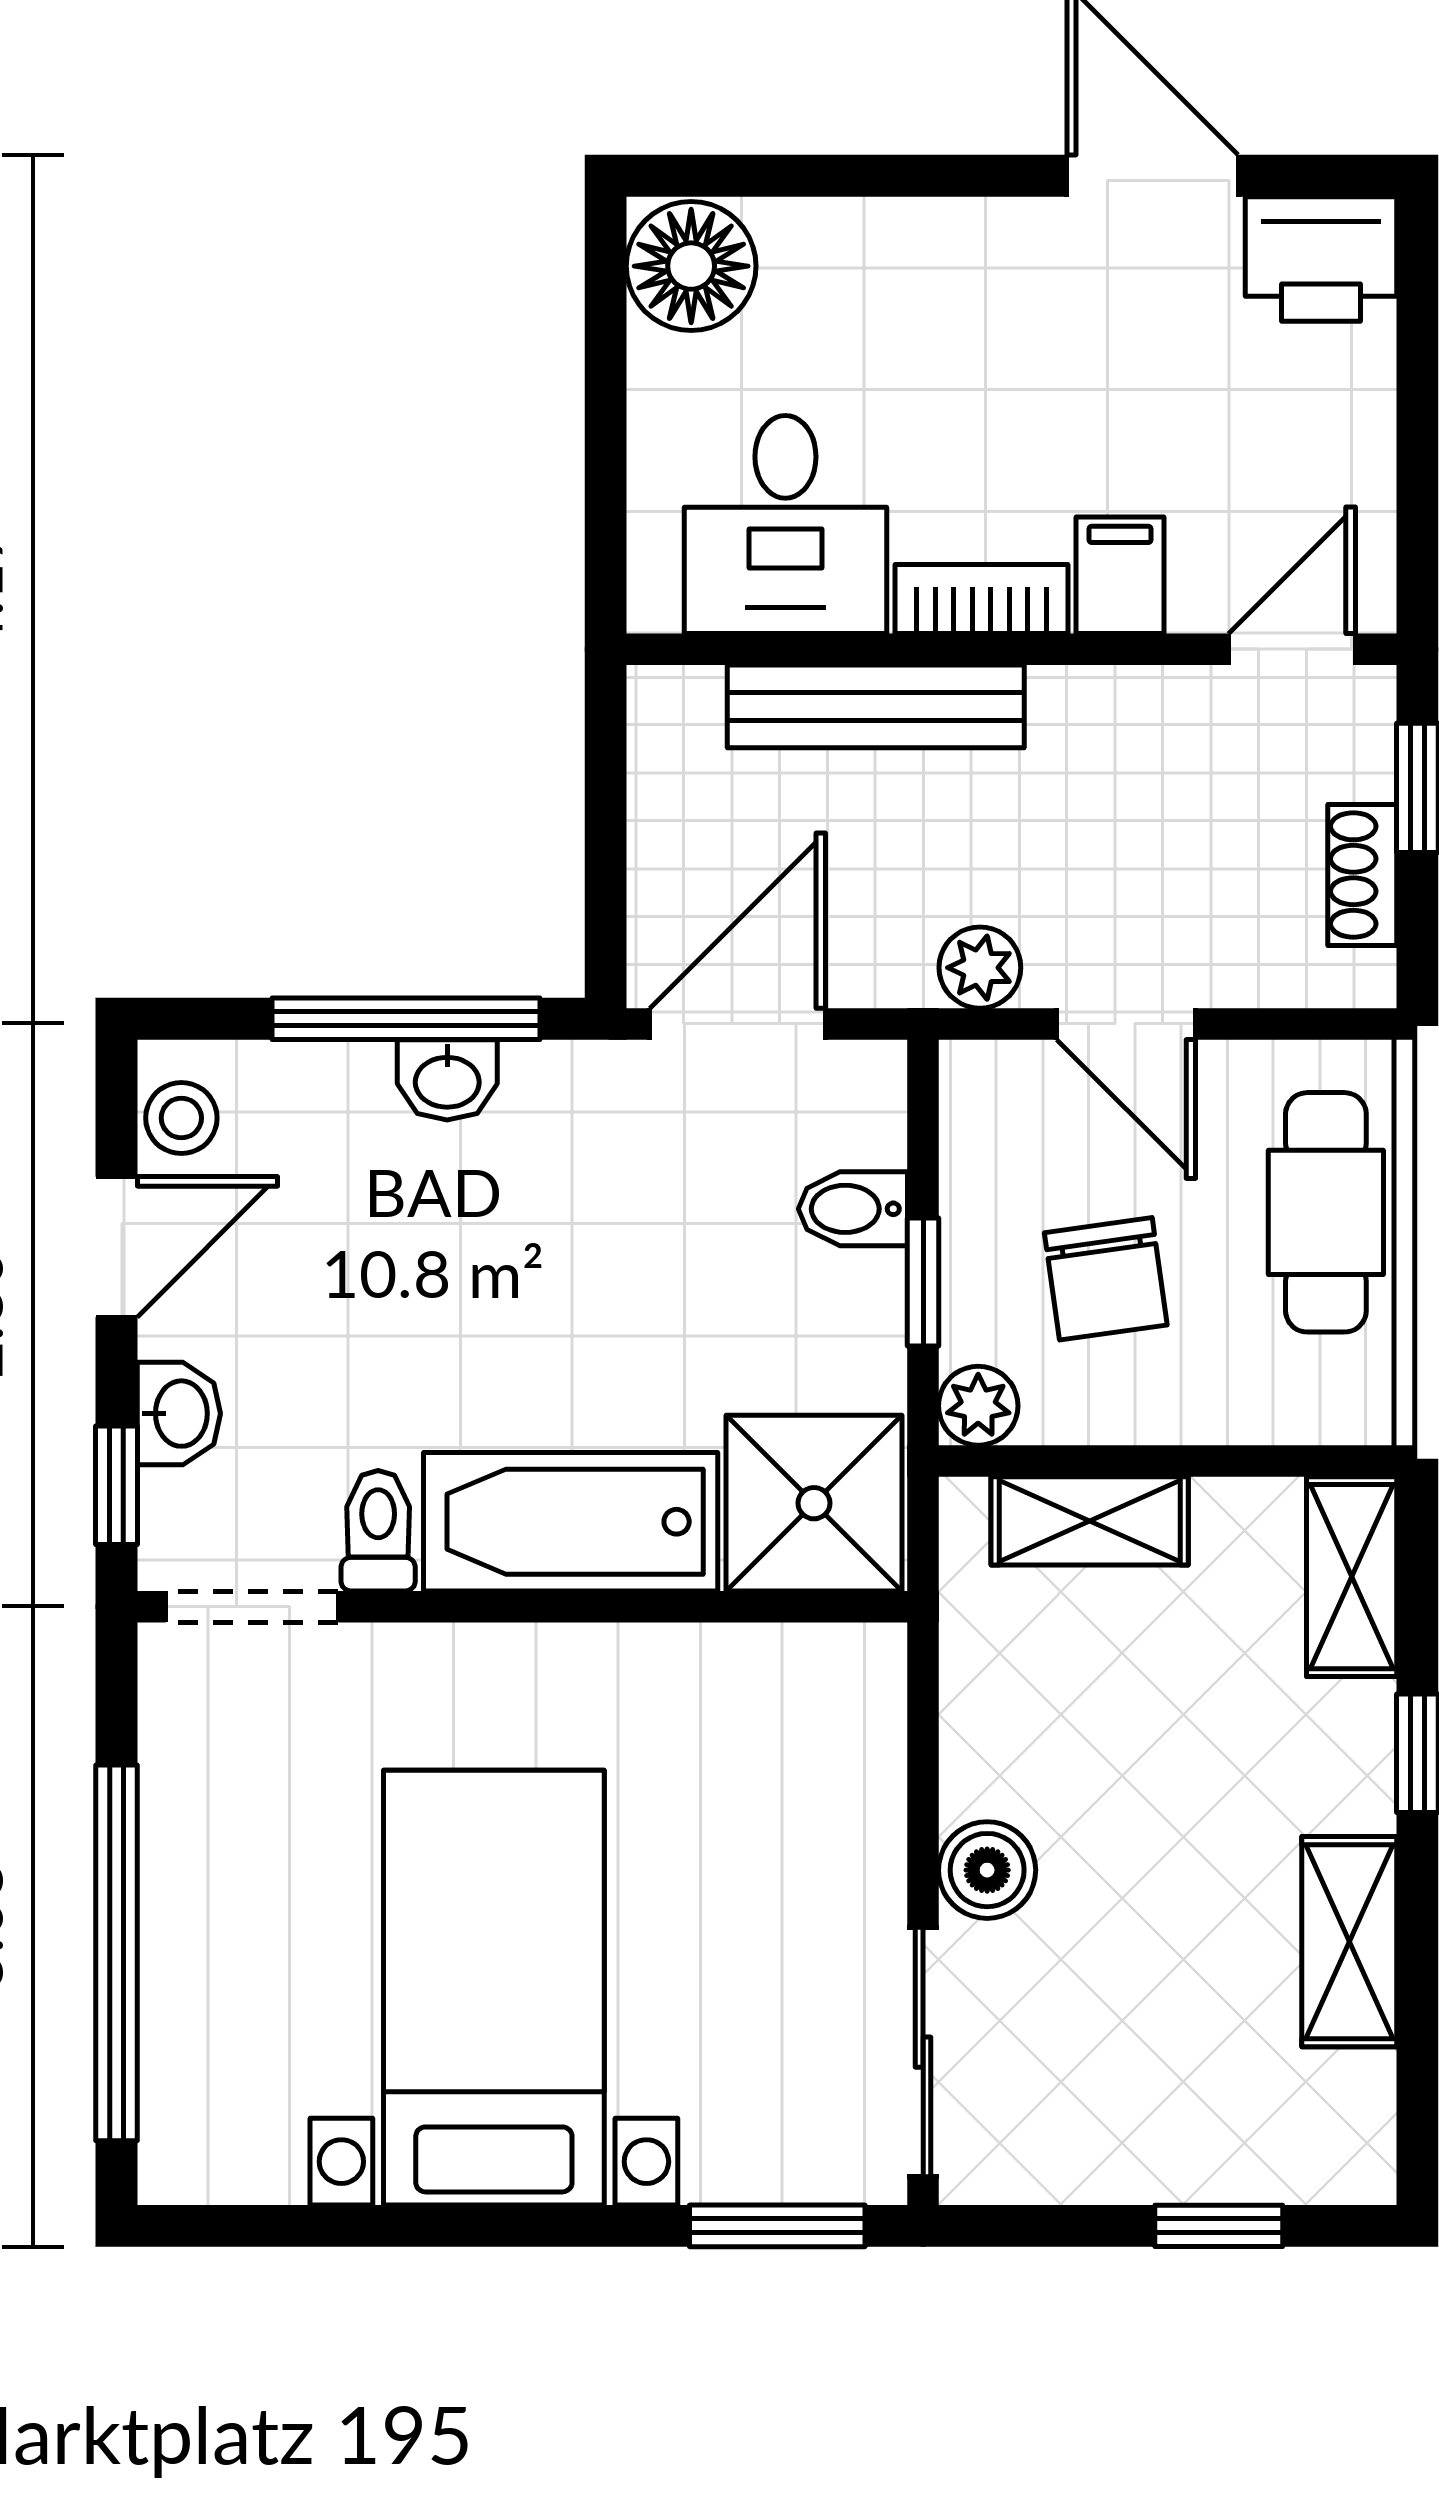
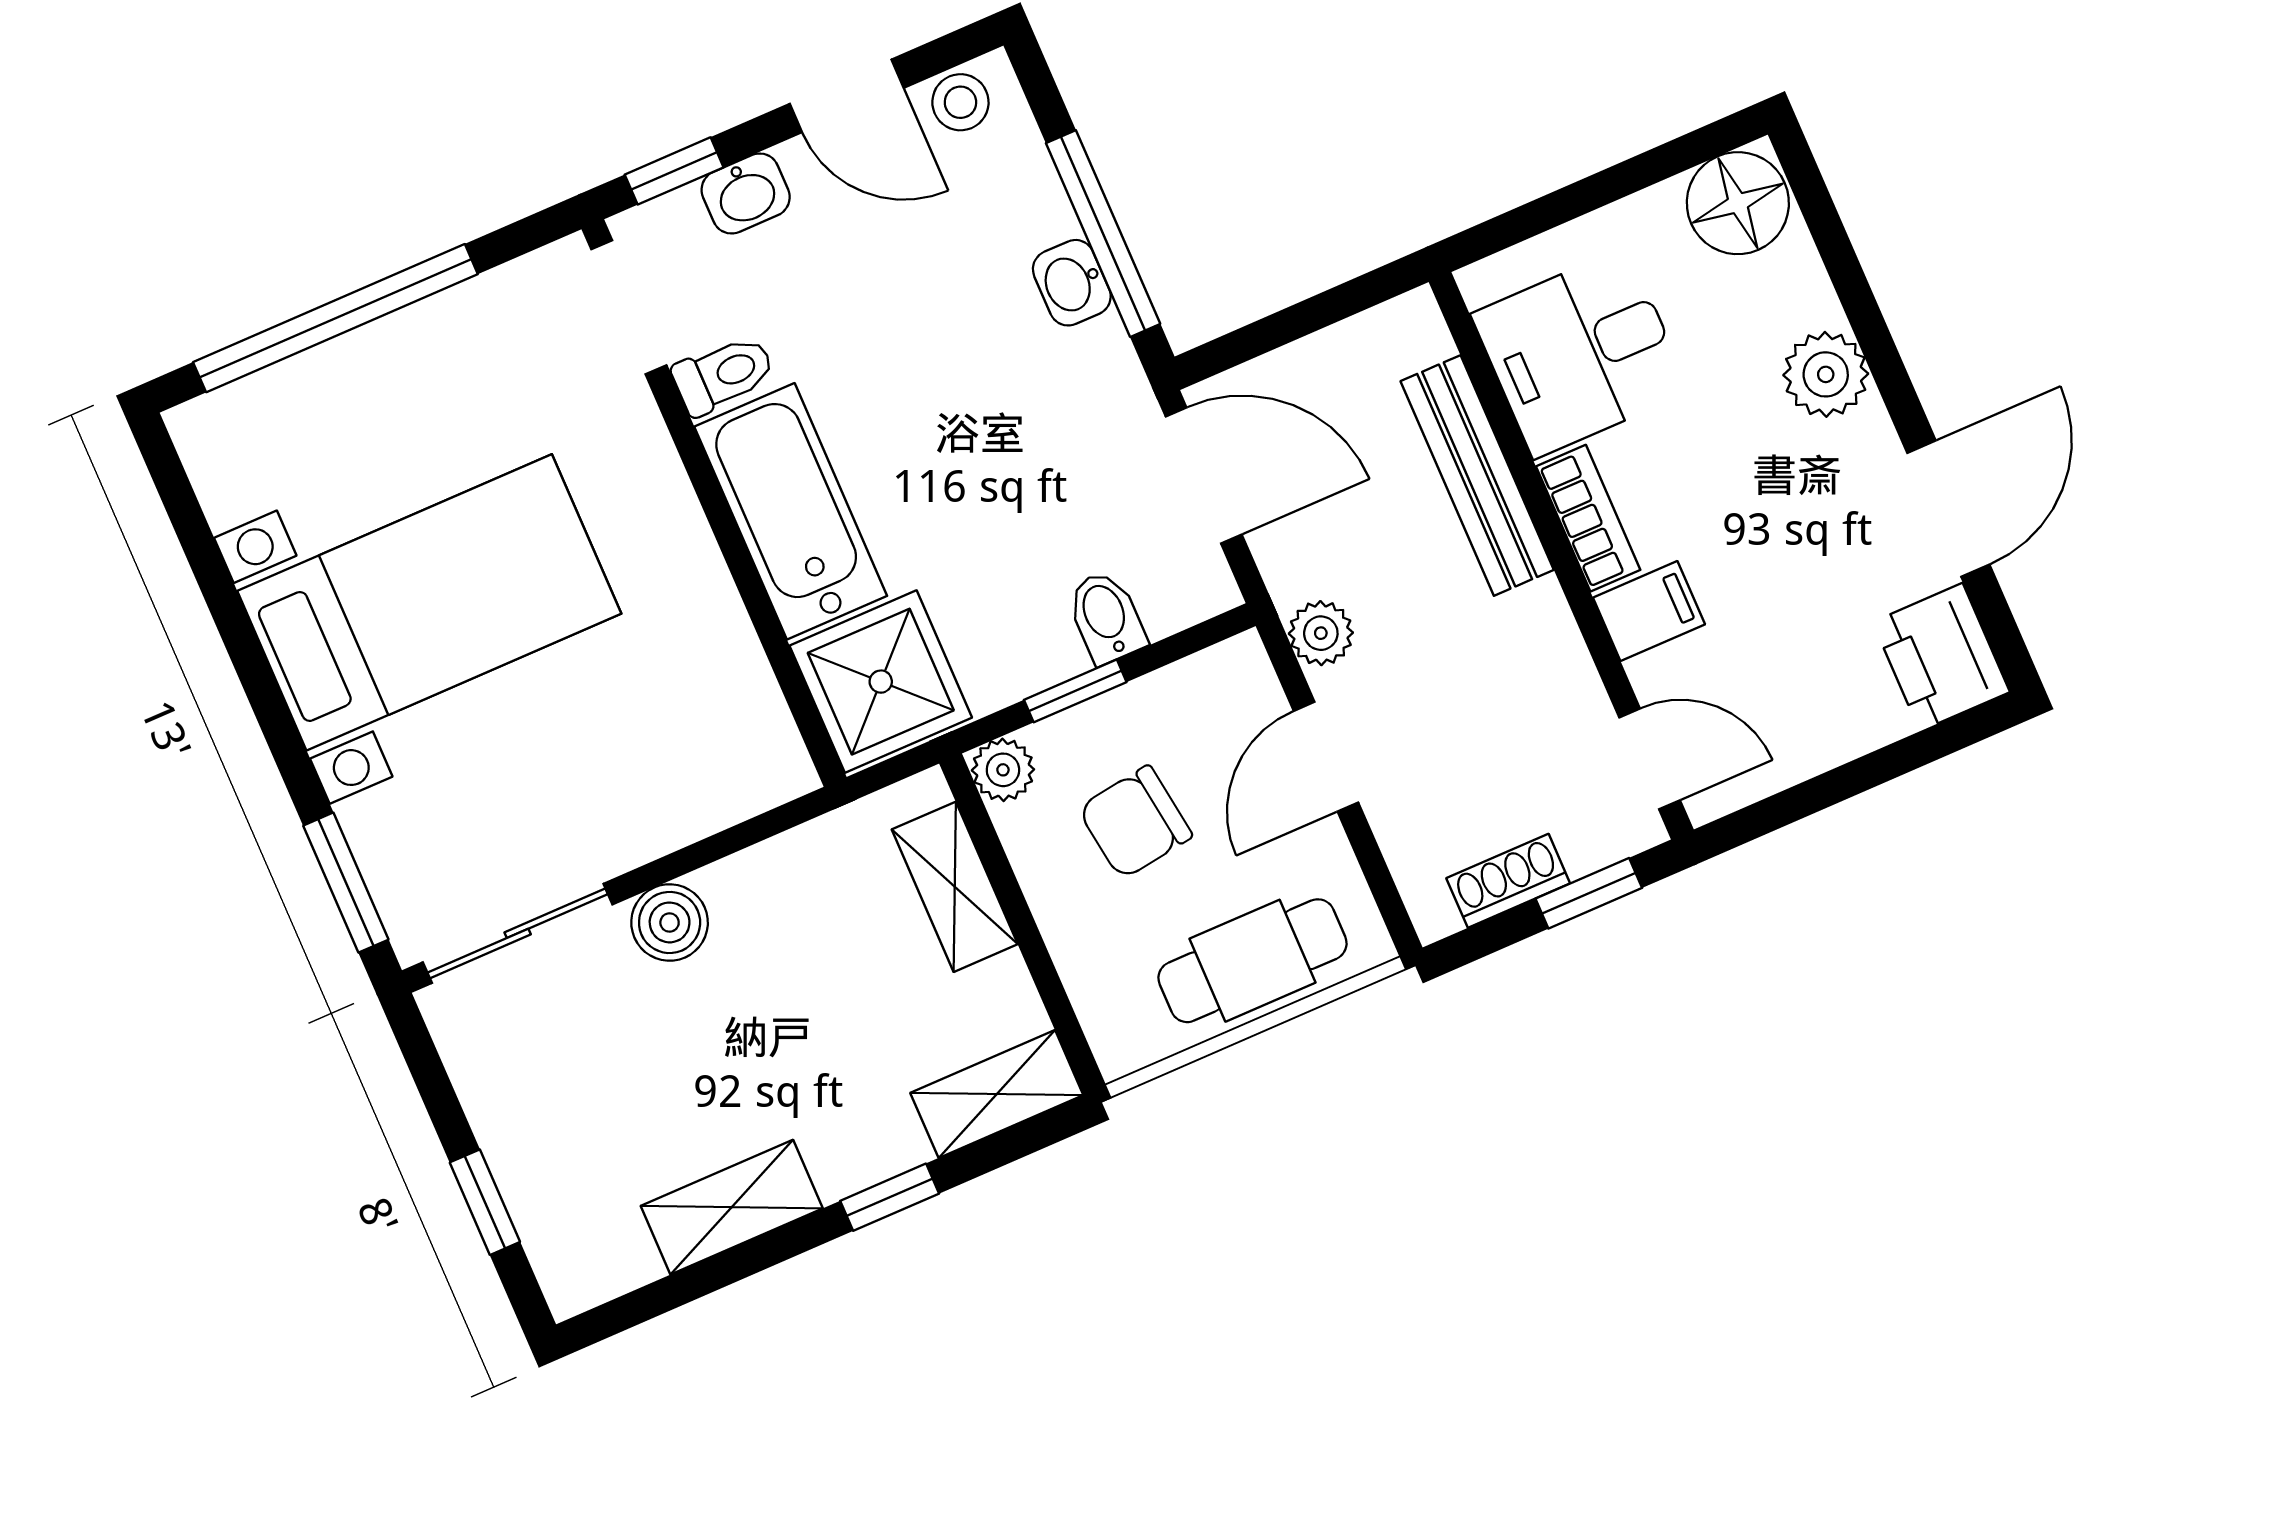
plant: (934, 250) -> (1826, 374), added

